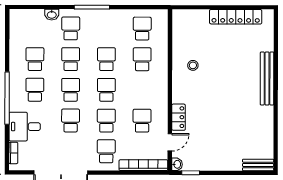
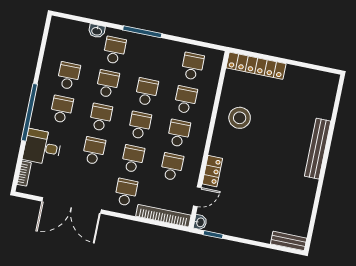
locker: (236, 17) -> (256, 66), moved
stool: (193, 65) -> (240, 118), width x1.89, depth x1.89
school desk: (142, 90) -> (179, 133), added

